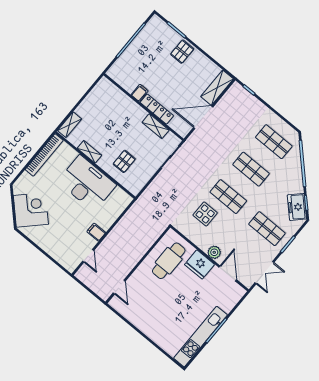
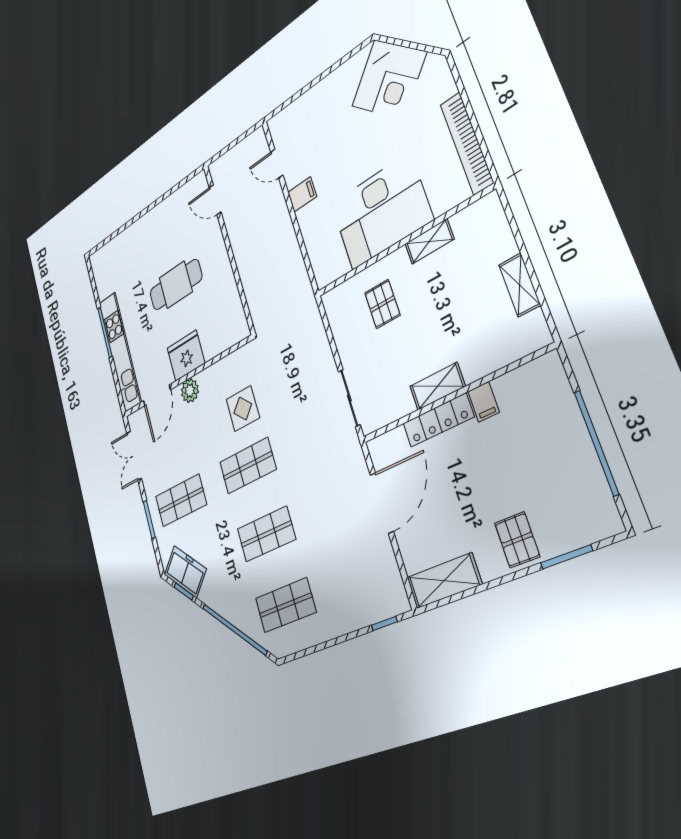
shelving: (217, 88) -> (444, 581), moved, turned 90
shelving: (70, 125) -> (520, 285), moved
shelving: (156, 126) -> (437, 386), moved
cafe table: (169, 261) -> (176, 285), moved, turned 90
door: (228, 273) -> (157, 395), hinge flipped
kitchen unit: (200, 337) -> (120, 352), moved

